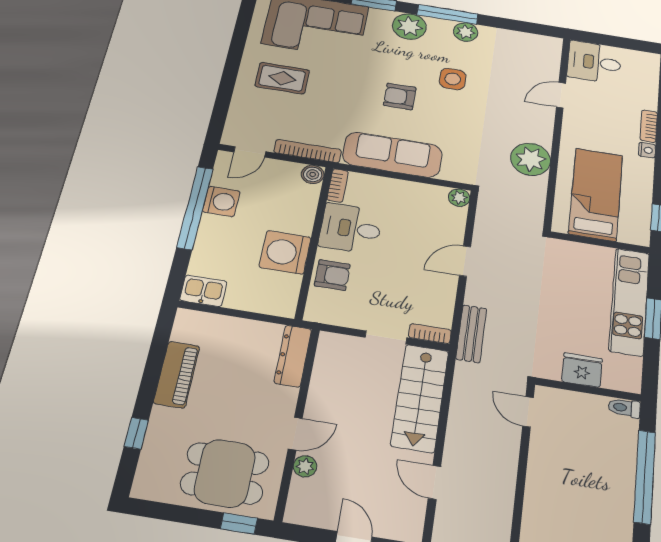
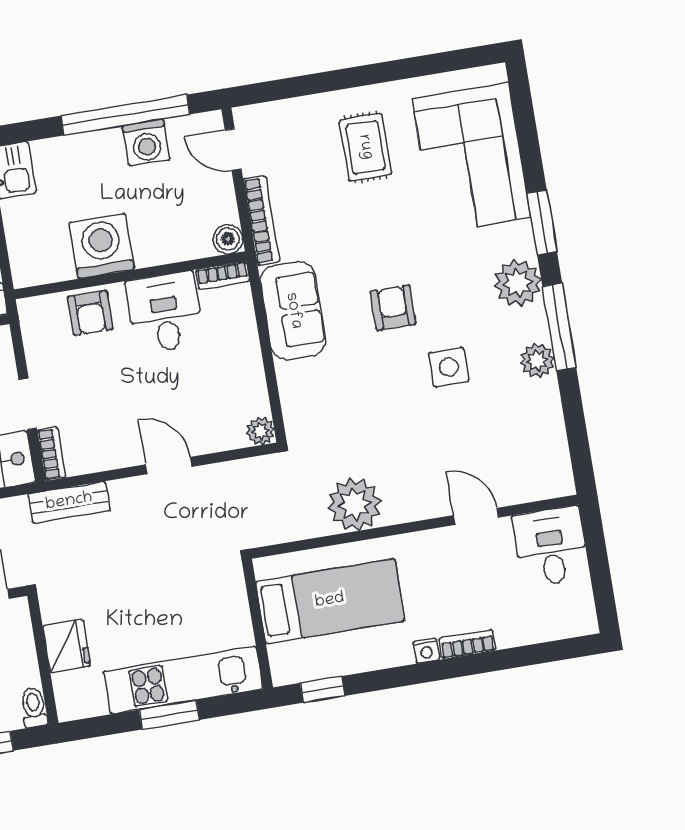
sofa: (392, 155) -> (293, 311), width x0.73

